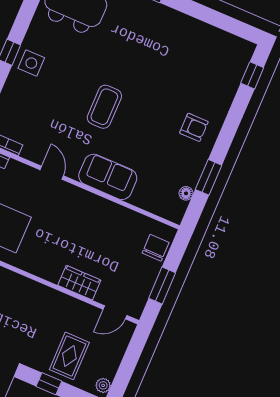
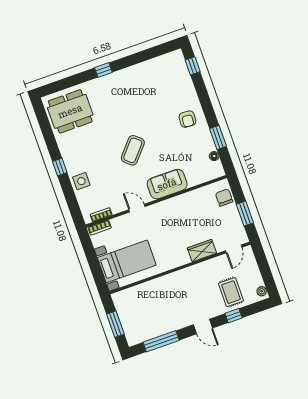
side table: (31, 63) -> (81, 181), moved
coffee table: (104, 107) -> (133, 150), turned 41
armchair: (194, 127) -> (187, 119), turned 94

